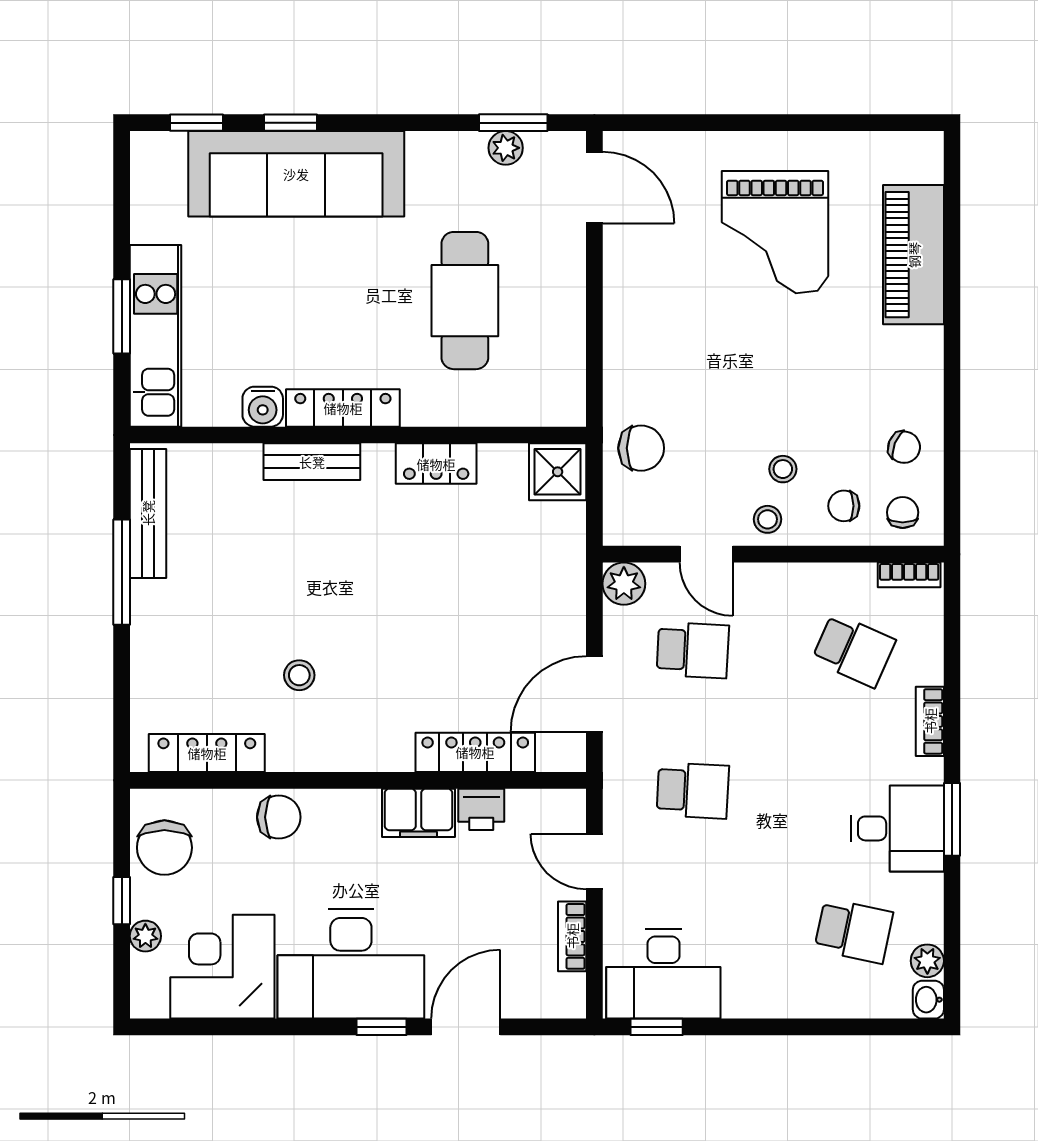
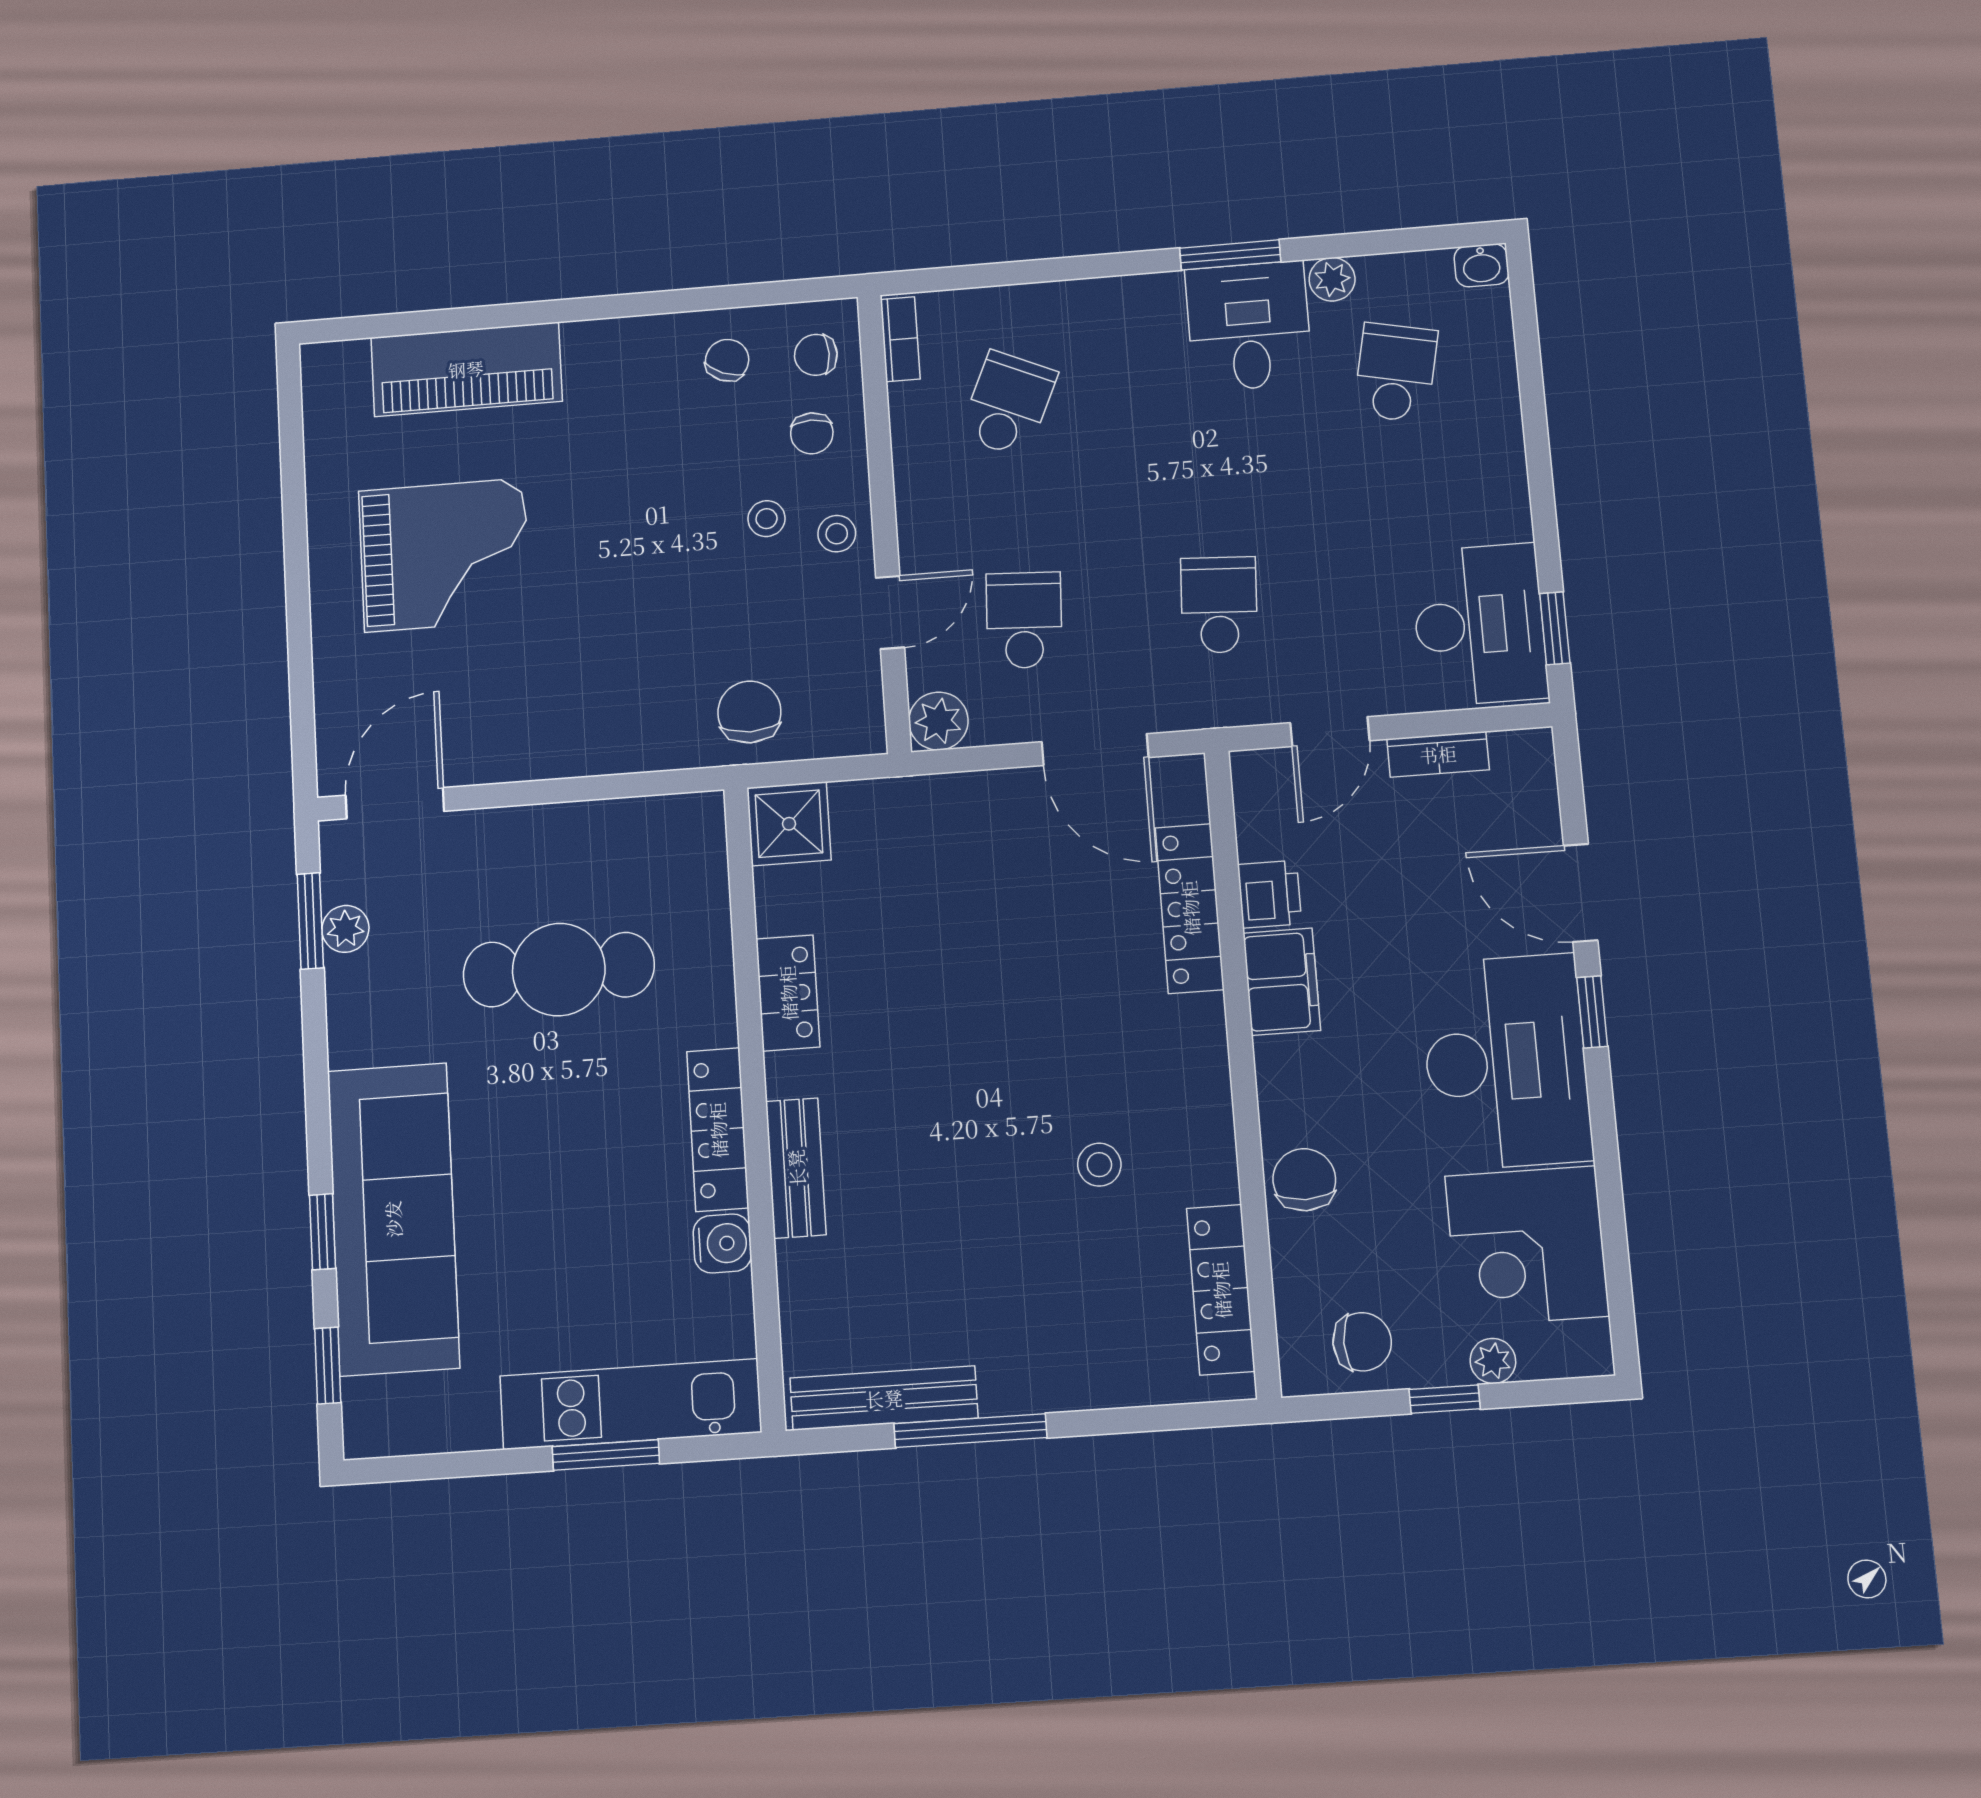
bookcase: (930, 721) -> (1098, 295), removed
chair: (164, 848) -> (1362, 1342), width x0.73, depth x0.73
plant: (927, 961) -> (1332, 279), moved

